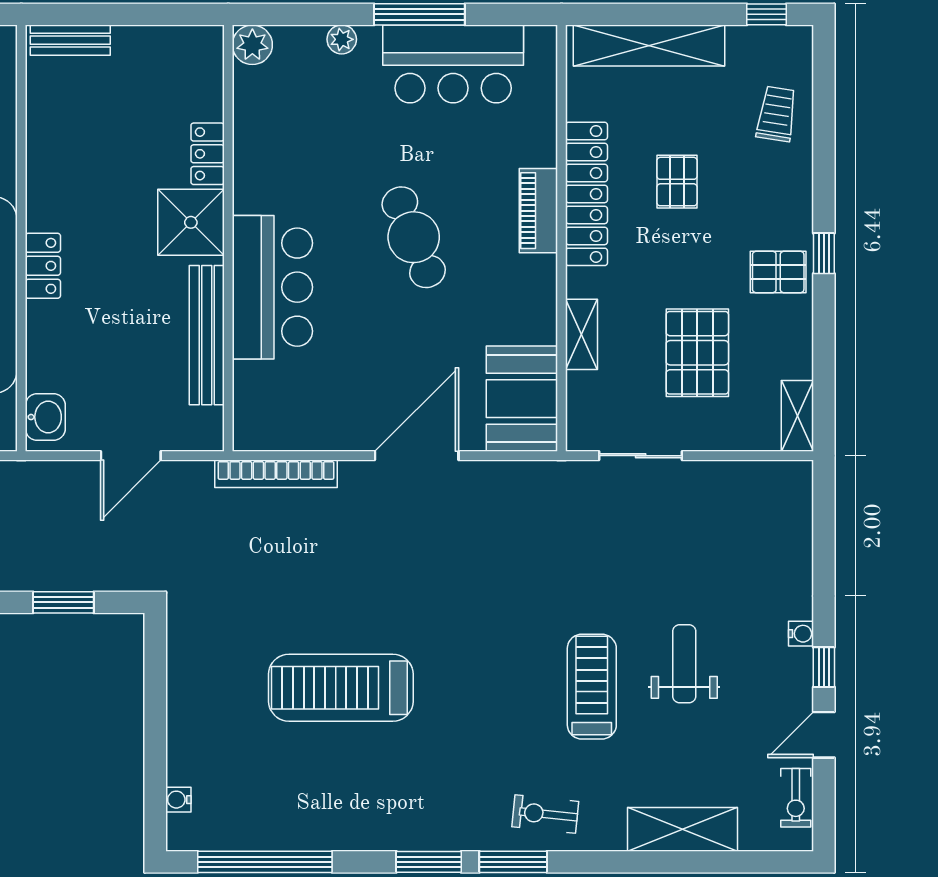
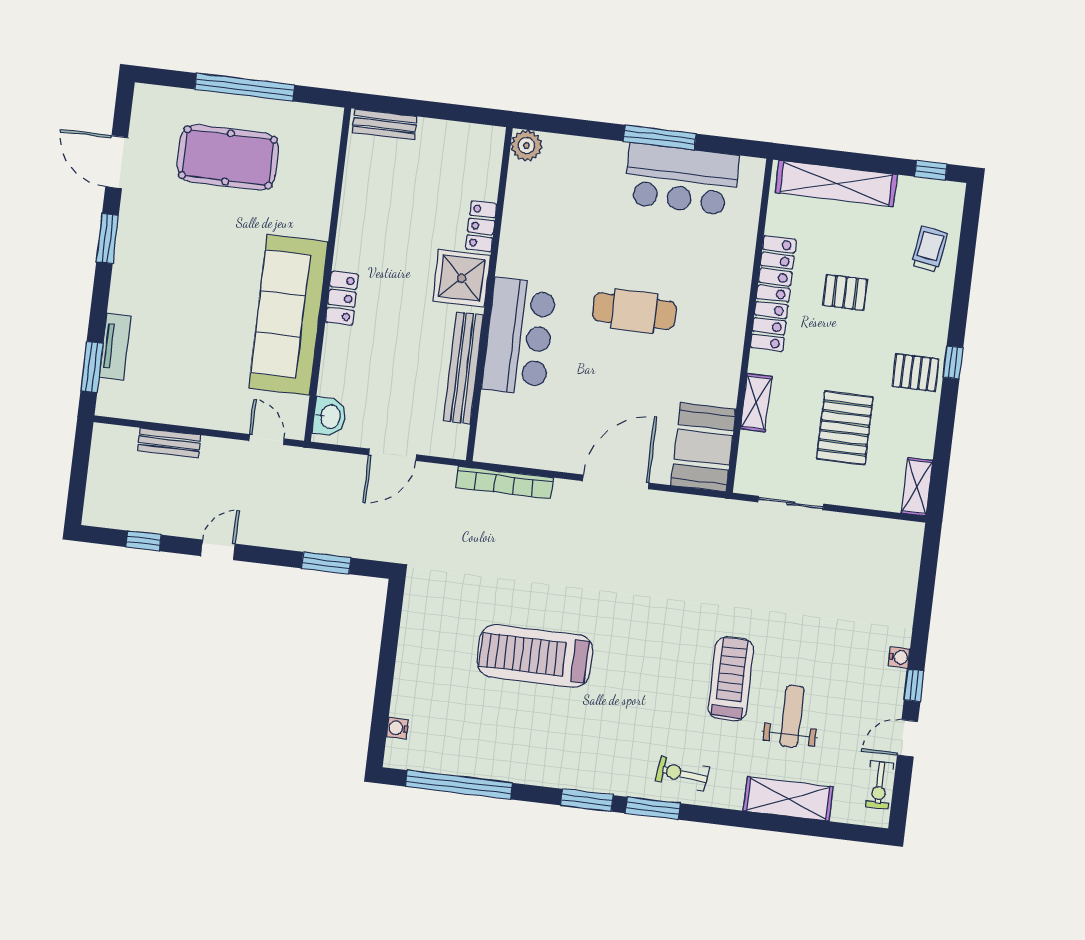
plant: (342, 39) -> (597, 150), removed
pallet: (677, 182) -> (845, 292), turned 90
piano: (538, 211) -> (734, 302), removed
cafe table: (414, 237) -> (634, 311), turned -68
weight bench: (684, 664) -> (792, 716), moved

